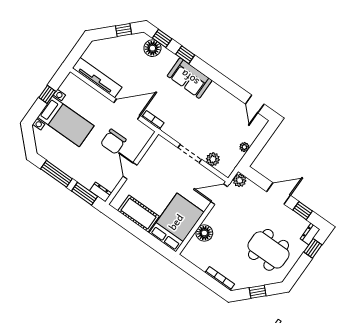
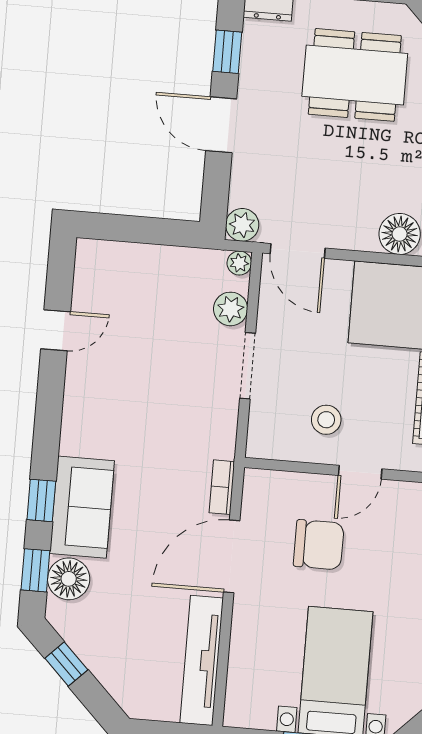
sofa: (190, 78) -> (82, 507), moved
door: (255, 104) -> (56, 330), moved
door: (127, 109) -> (232, 556), hinge flipped
plant: (244, 147) -> (239, 263), moved
stool: (155, 170) -> (326, 420), added
dining table: (269, 250) -> (355, 75), turned 90

